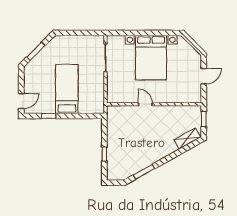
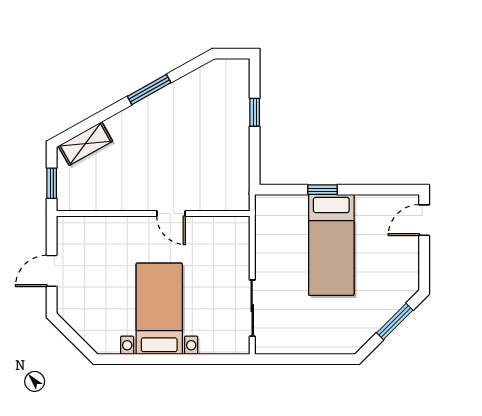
bed with nightstands: (151, 58) -> (159, 309), width x0.73
window: (49, 116) -> (323, 190), moved
window: (144, 172) -> (149, 89), moved

